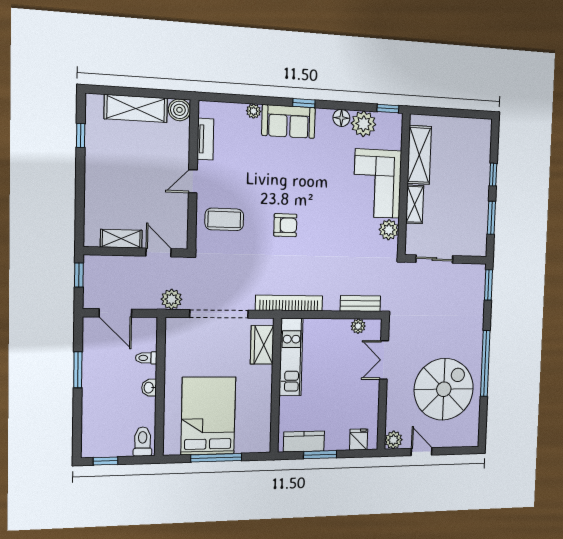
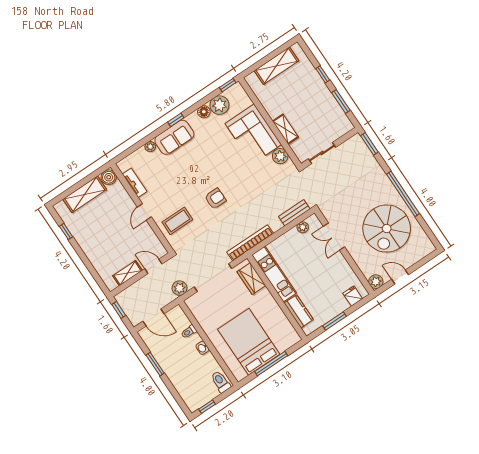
shelving: (419, 155) -> (276, 66), moved, turned 90
spiral stairs: (444, 389) -> (387, 229), turned 180
kitchen counter: (304, 441) -> (299, 311), moved, turned 90

